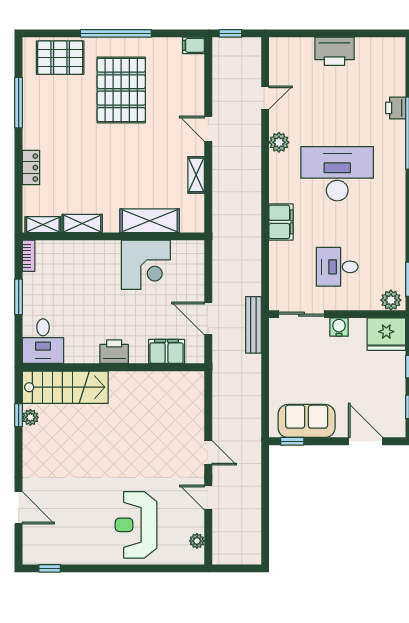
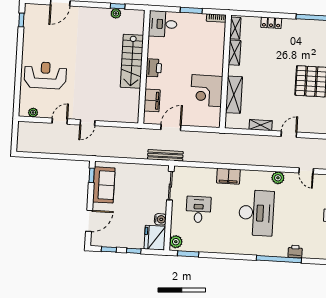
water cooler: (339, 327) -> (160, 219), moved
stairs: (65, 387) -> (132, 61), moved

